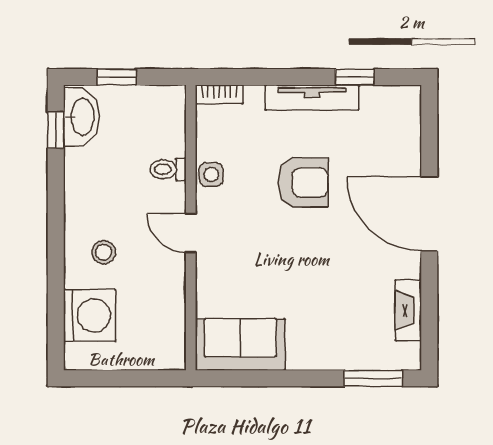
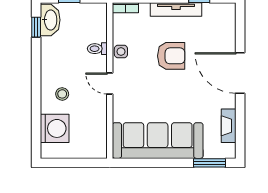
sofa: (240, 345) -> (158, 141), width x1.85, depth x1.27

